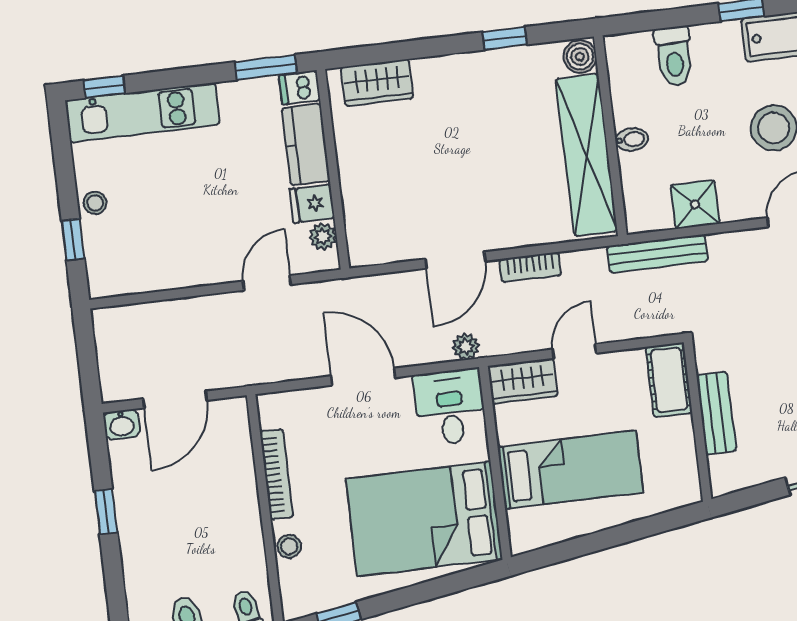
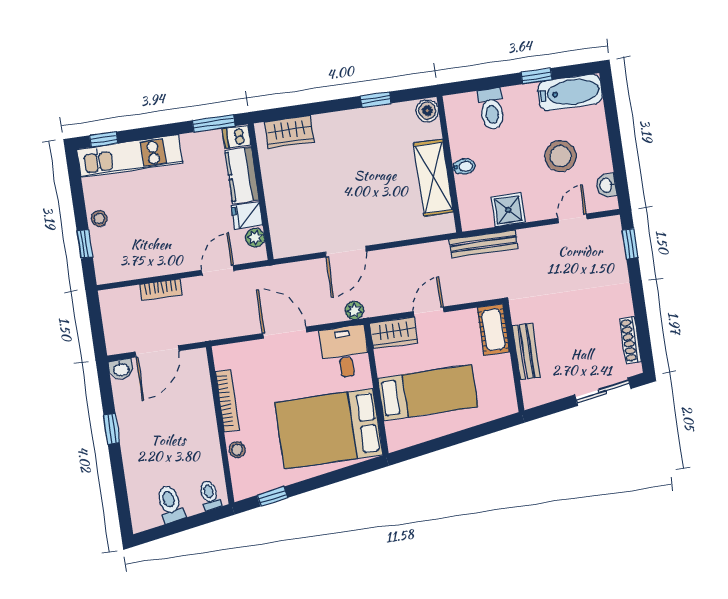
shelving: (587, 155) -> (434, 178), width x0.68
bookcase: (530, 267) -> (161, 290), moved

